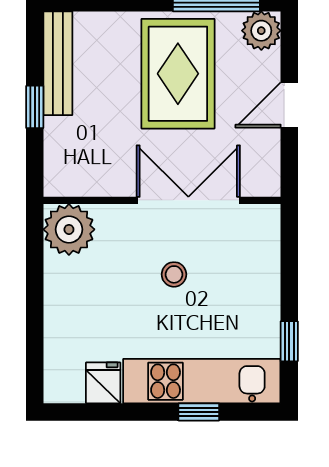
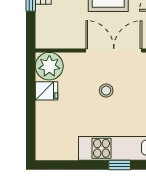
fridge: (103, 383) -> (46, 91), moved, turned 90

